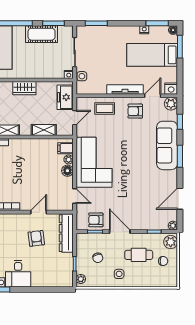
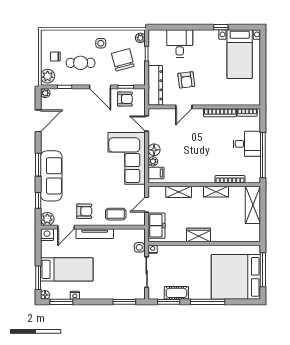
cot: (42, 34) -> (176, 293), width x0.73, depth x0.75
chair: (98, 258) -> (123, 60), width x1.87, depth x1.87
desk: (18, 274) -> (180, 43), moved

